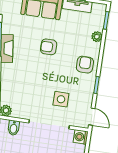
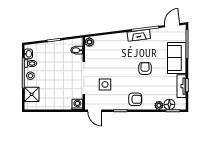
floor lamp: (97, 23) -> (169, 104), added
door: (92, 117) -> (95, 111), hinge flipped

